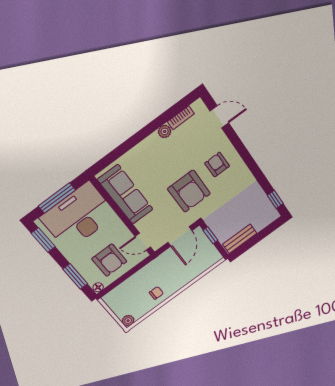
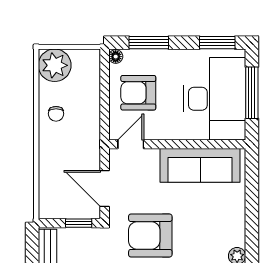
plant: (128, 321) -> (55, 65), width x1.88, depth x1.88

